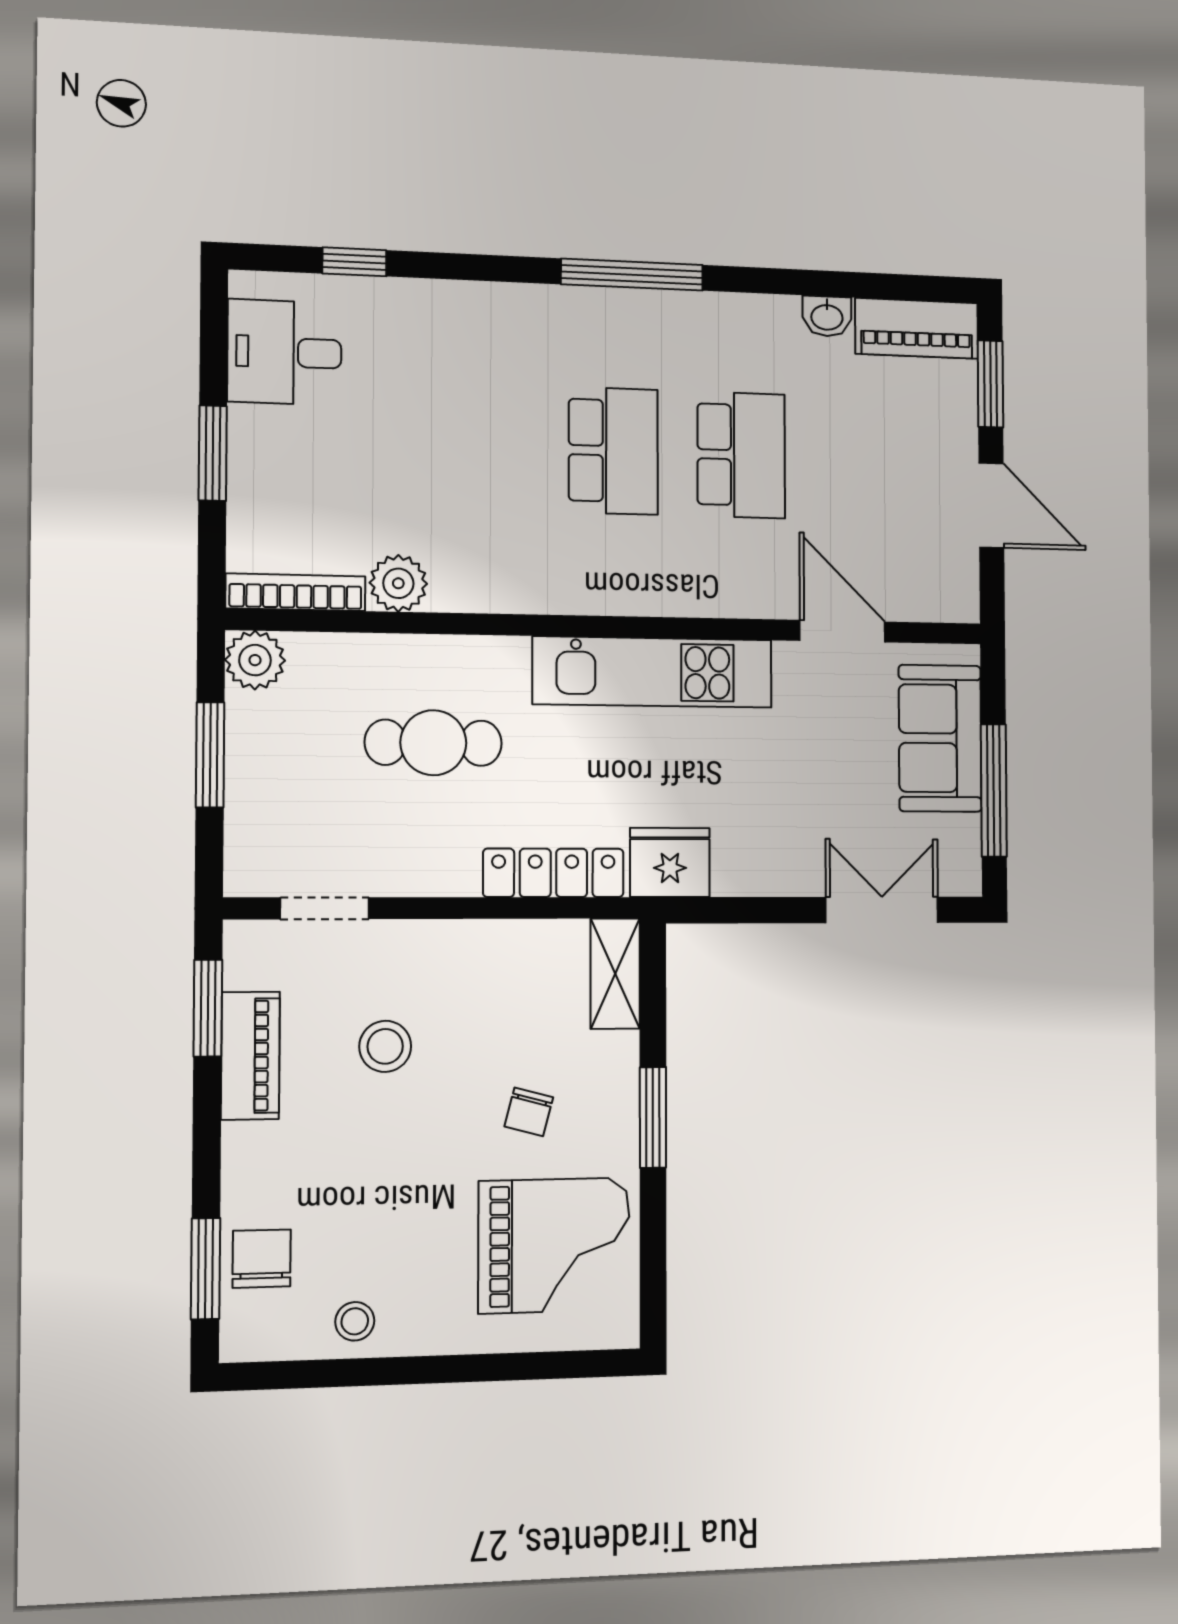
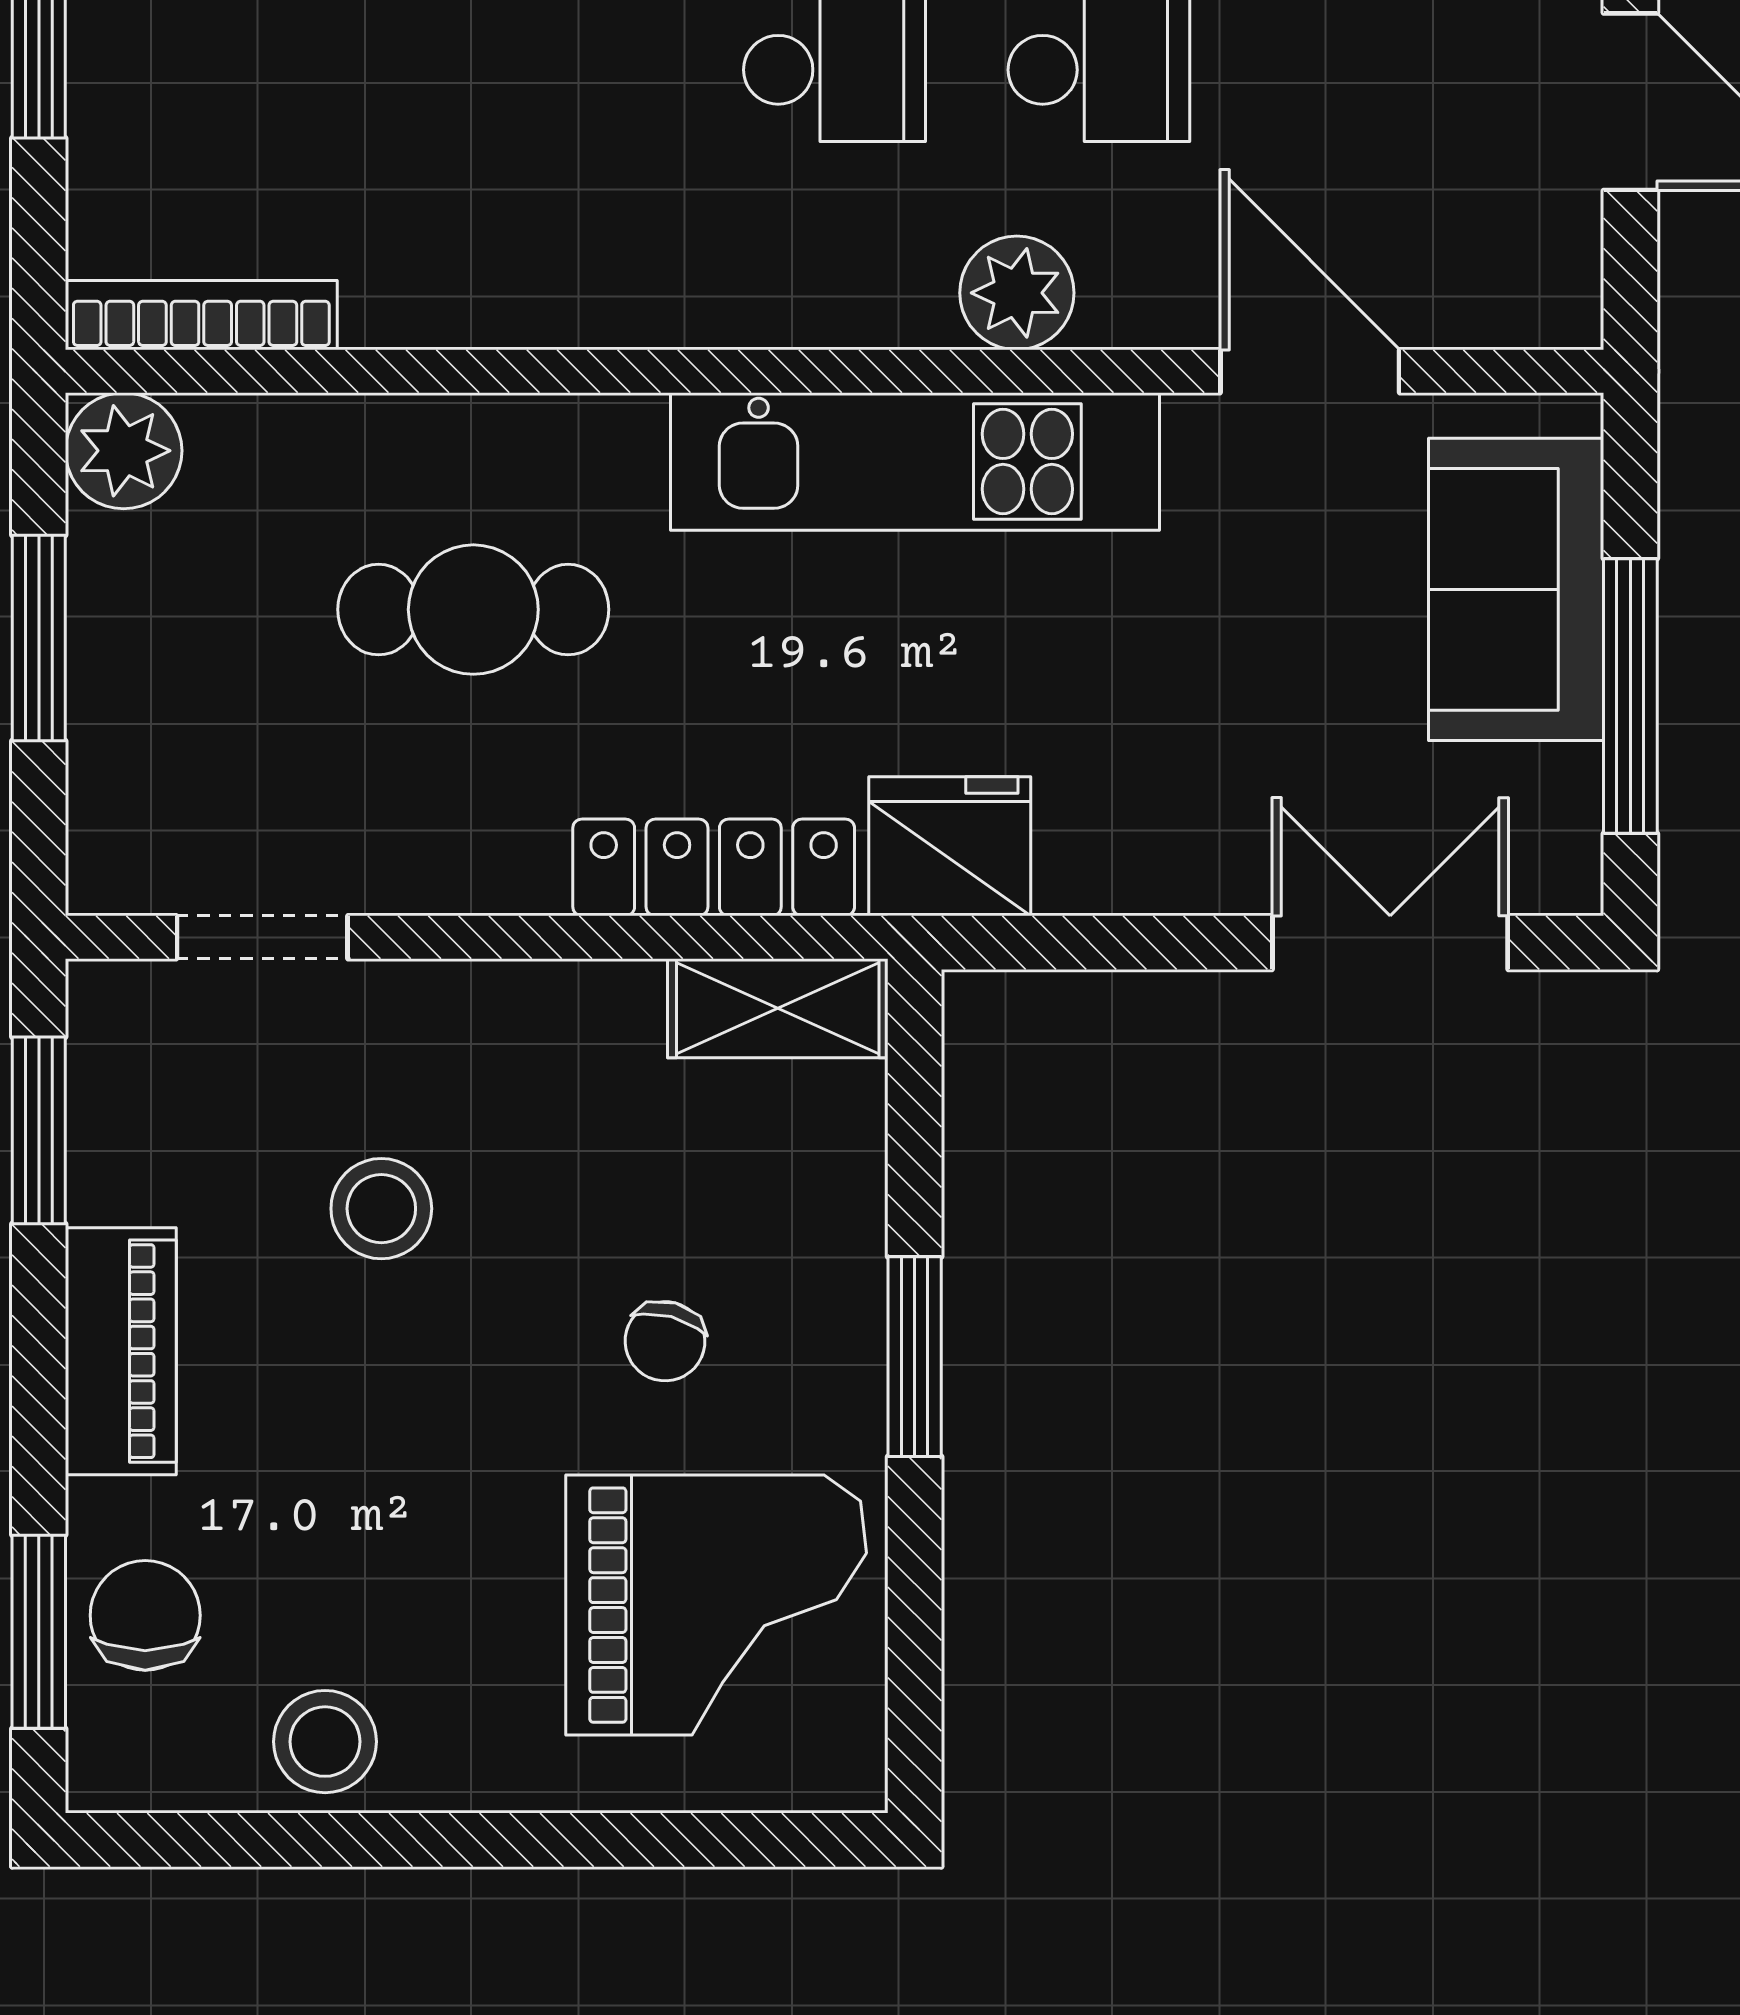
plant: (398, 583) -> (1017, 293), moved
shelving: (615, 974) -> (778, 1008), moved, turned 90
piano: (250, 1056) -> (121, 1351), moved
stool: (355, 1321) -> (325, 1742), width x1.37, depth x1.37

